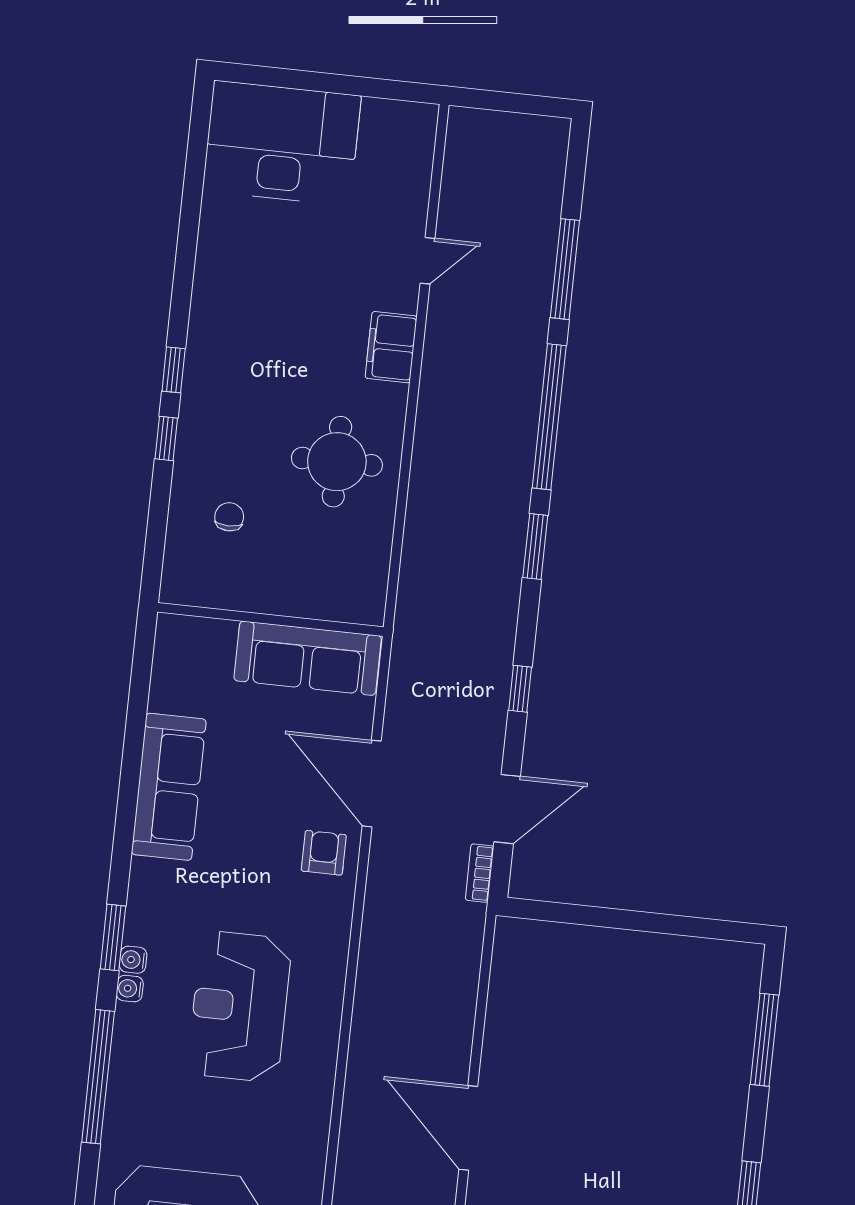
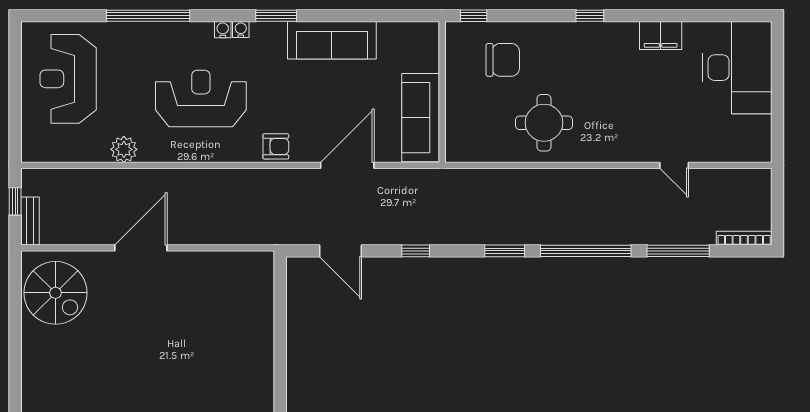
filing cabinet: (391, 347) -> (661, 35), moved, turned 180
window: (166, 438) -> (474, 16), moved
chair: (229, 517) -> (503, 60), width x1.87, depth x1.87
armchair: (324, 853) -> (276, 146), moved
bookcase: (480, 873) -> (744, 238), moved, width x1.56
window: (113, 938) -> (276, 16), moved
water cooler: (130, 989) -> (241, 30), moved
plant: (308, 1138) -> (124, 149), added

